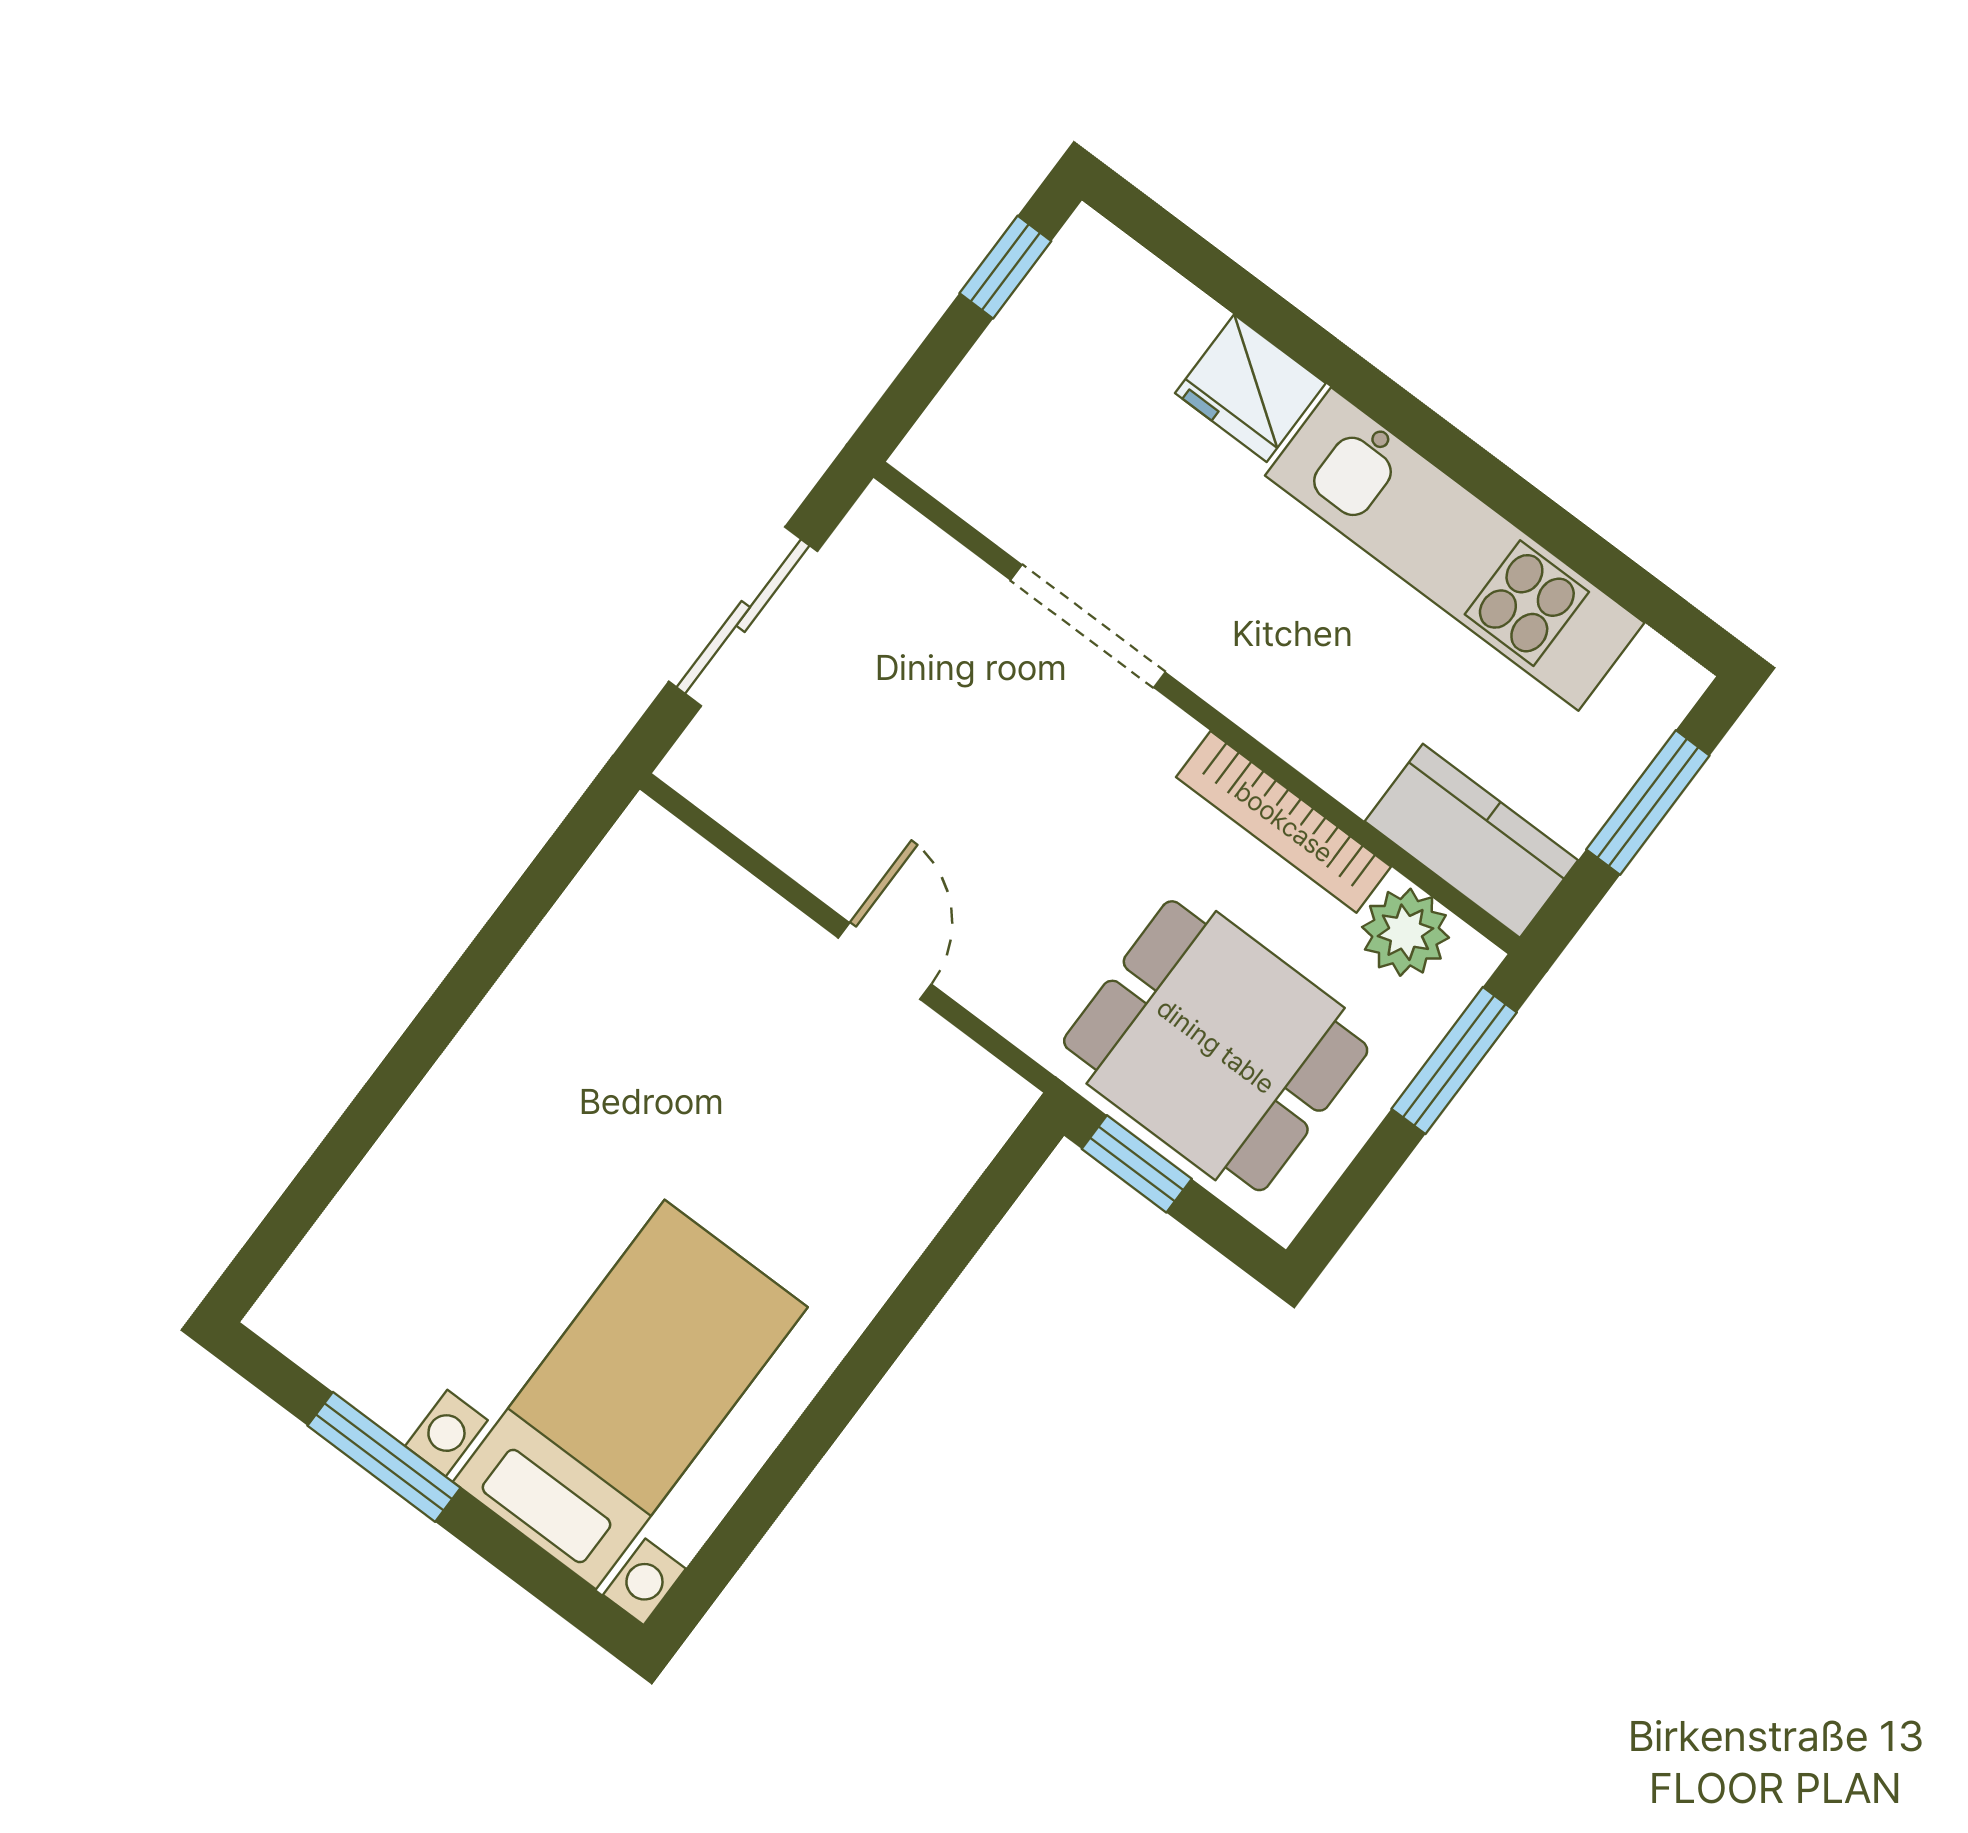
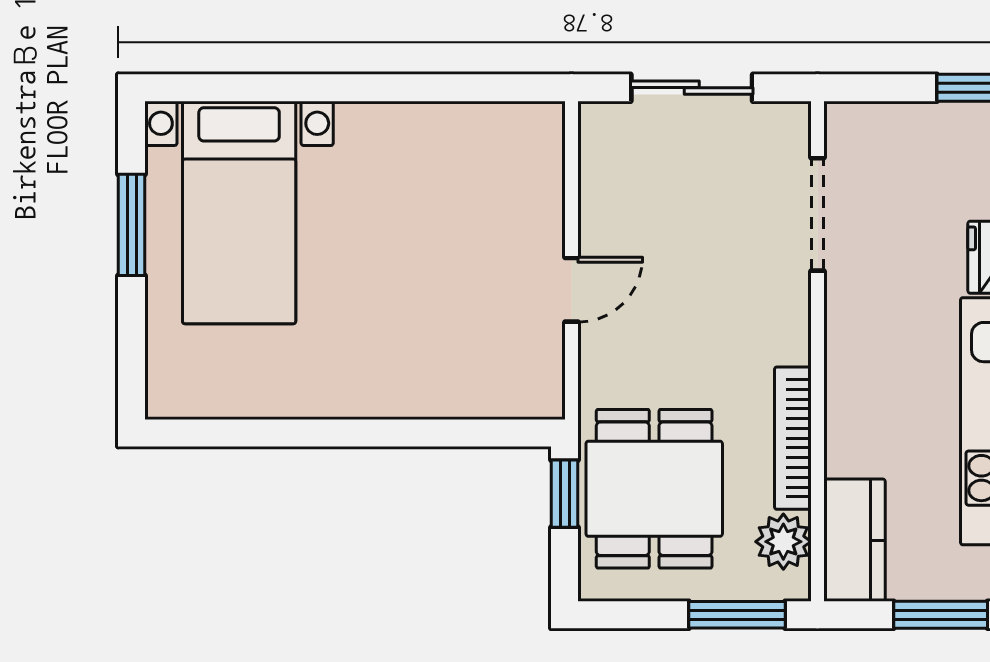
doorway: (1088, 626) -> (817, 214), moved
bed with nightstands: (630, 1394) -> (239, 212), moved, turned 90

